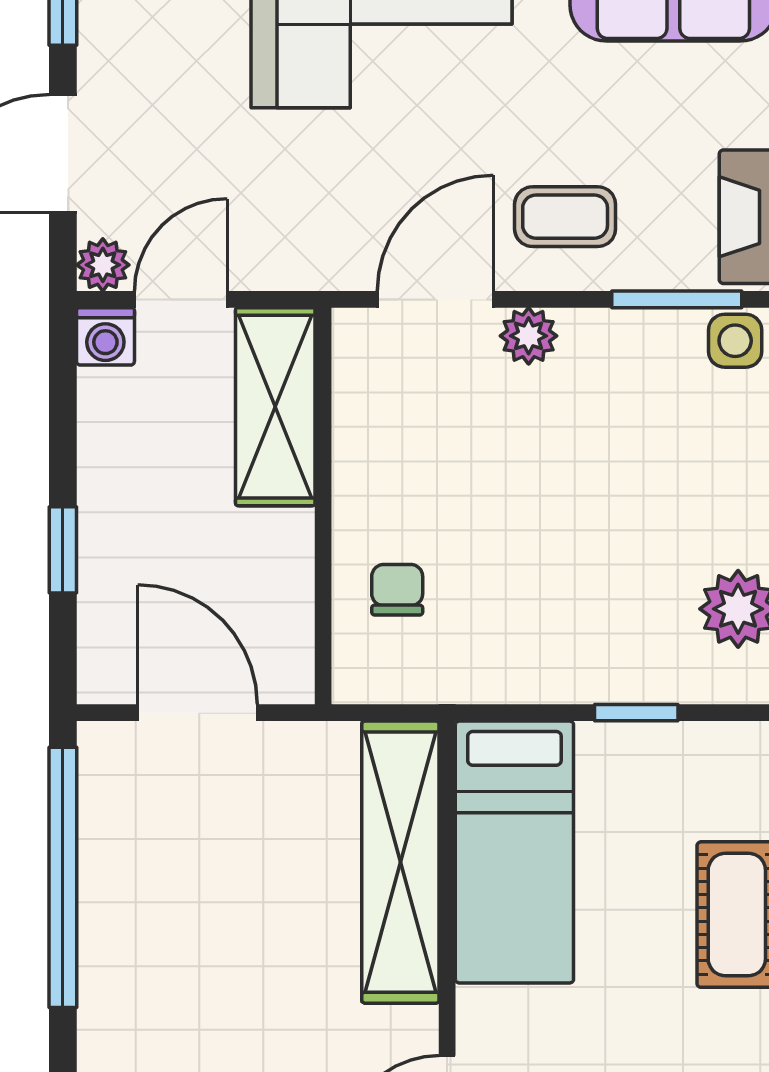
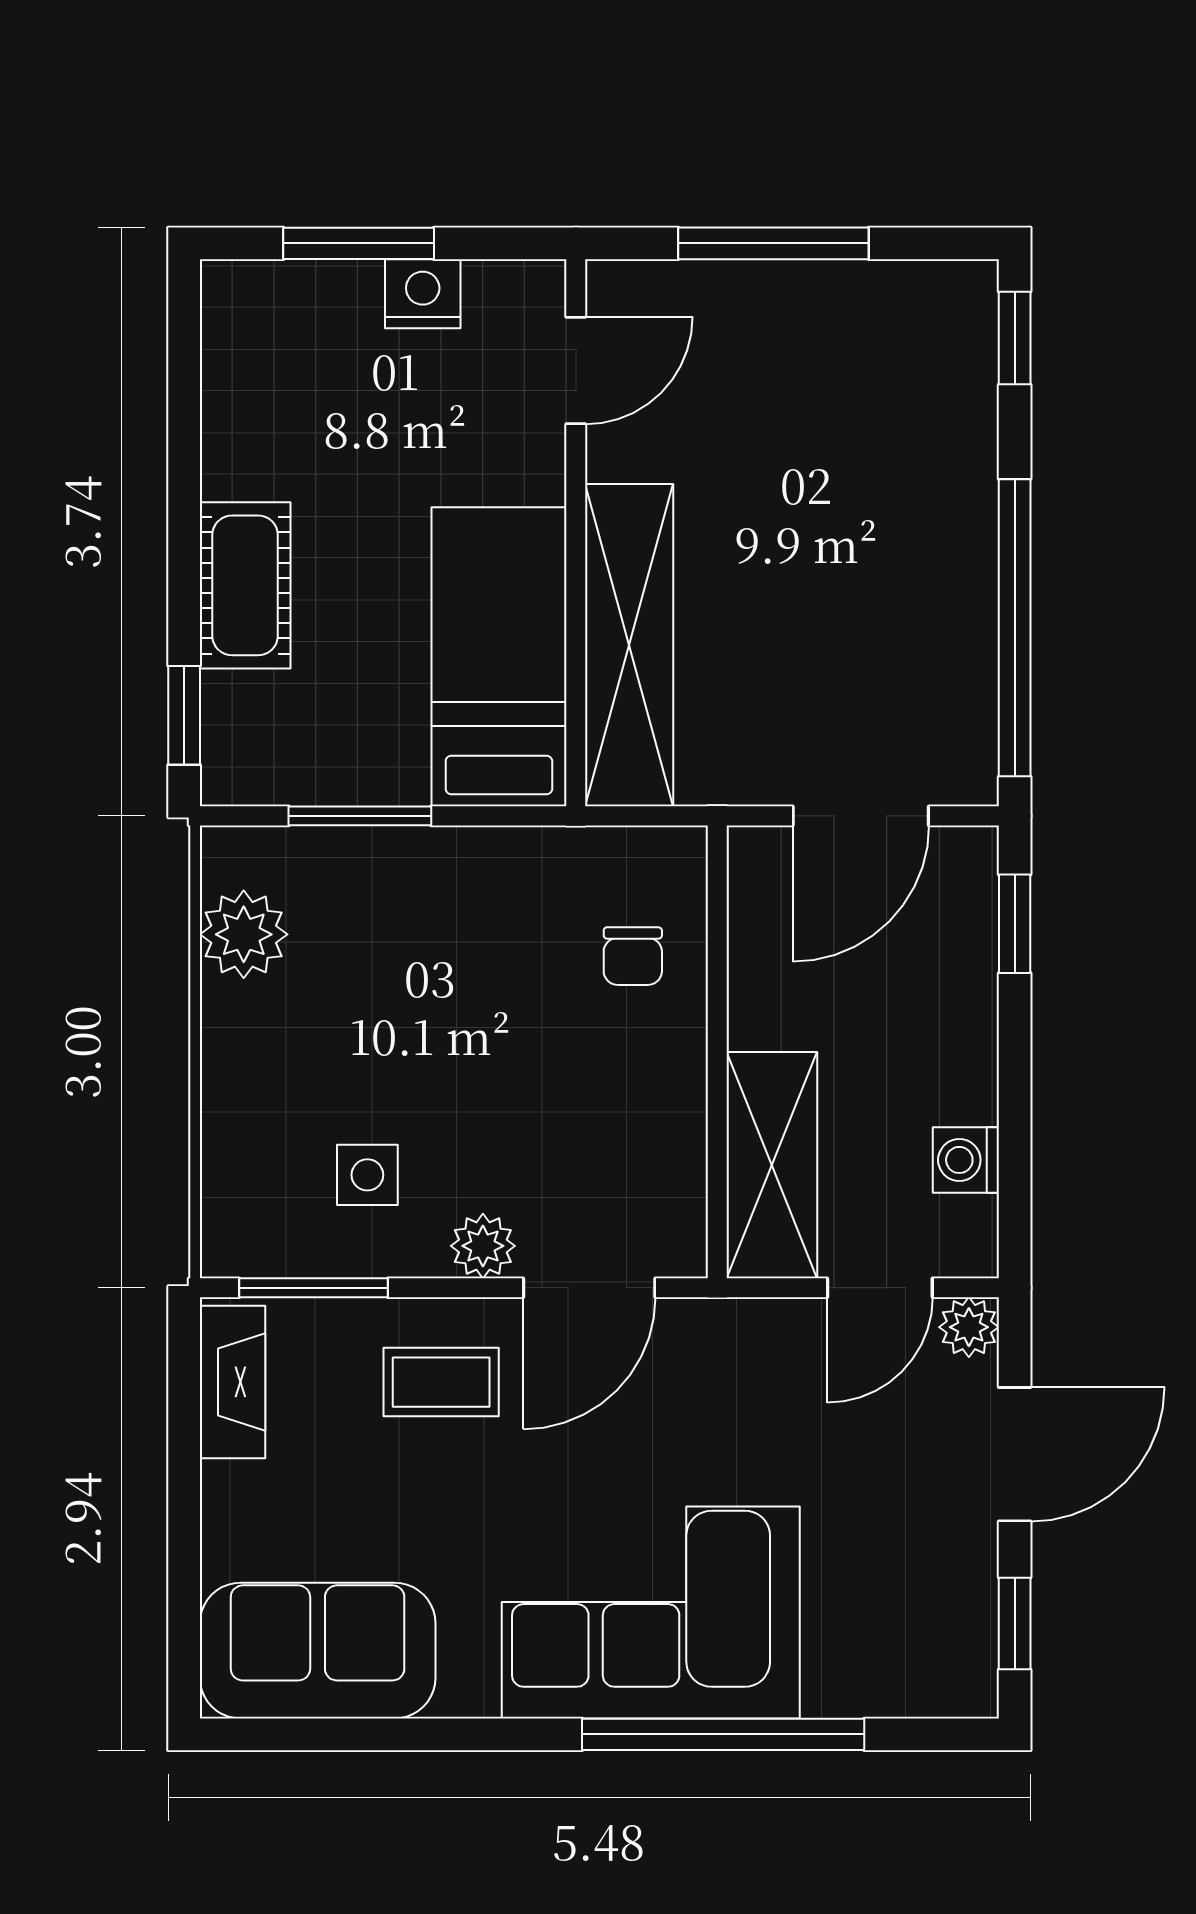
washing machine: (105, 336) -> (966, 1160), moved, turned -90
side table: (735, 341) -> (367, 1175), moved
window: (63, 550) -> (1015, 924), moved
door: (198, 713) -> (861, 816), hinge flipped
window: (636, 713) -> (360, 816), width x1.50

